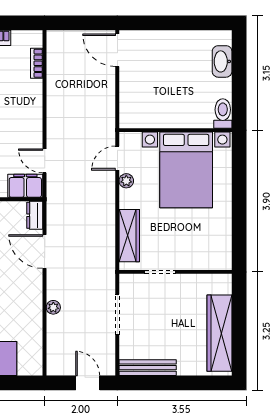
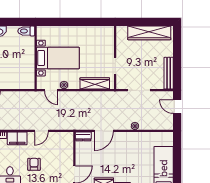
door: (45, 161) -> (41, 131), moved
bed with nightstands: (186, 170) -> (58, 58), width x0.73
filing cabinet: (25, 186) -> (17, 138), moved, turned -90
door: (88, 383) -> (177, 107), hinge flipped

